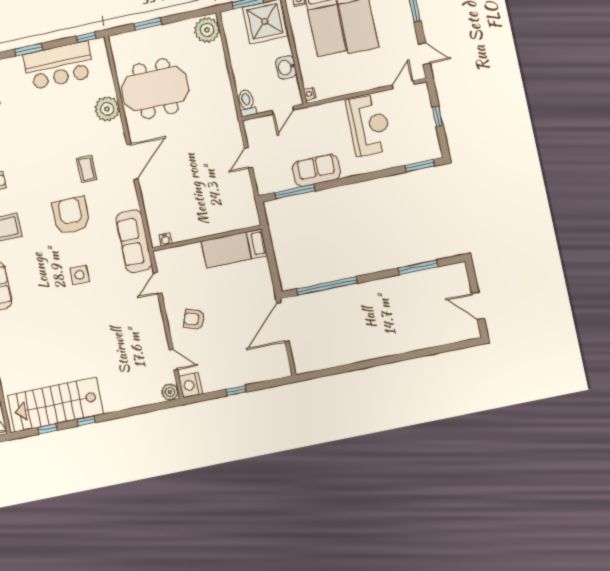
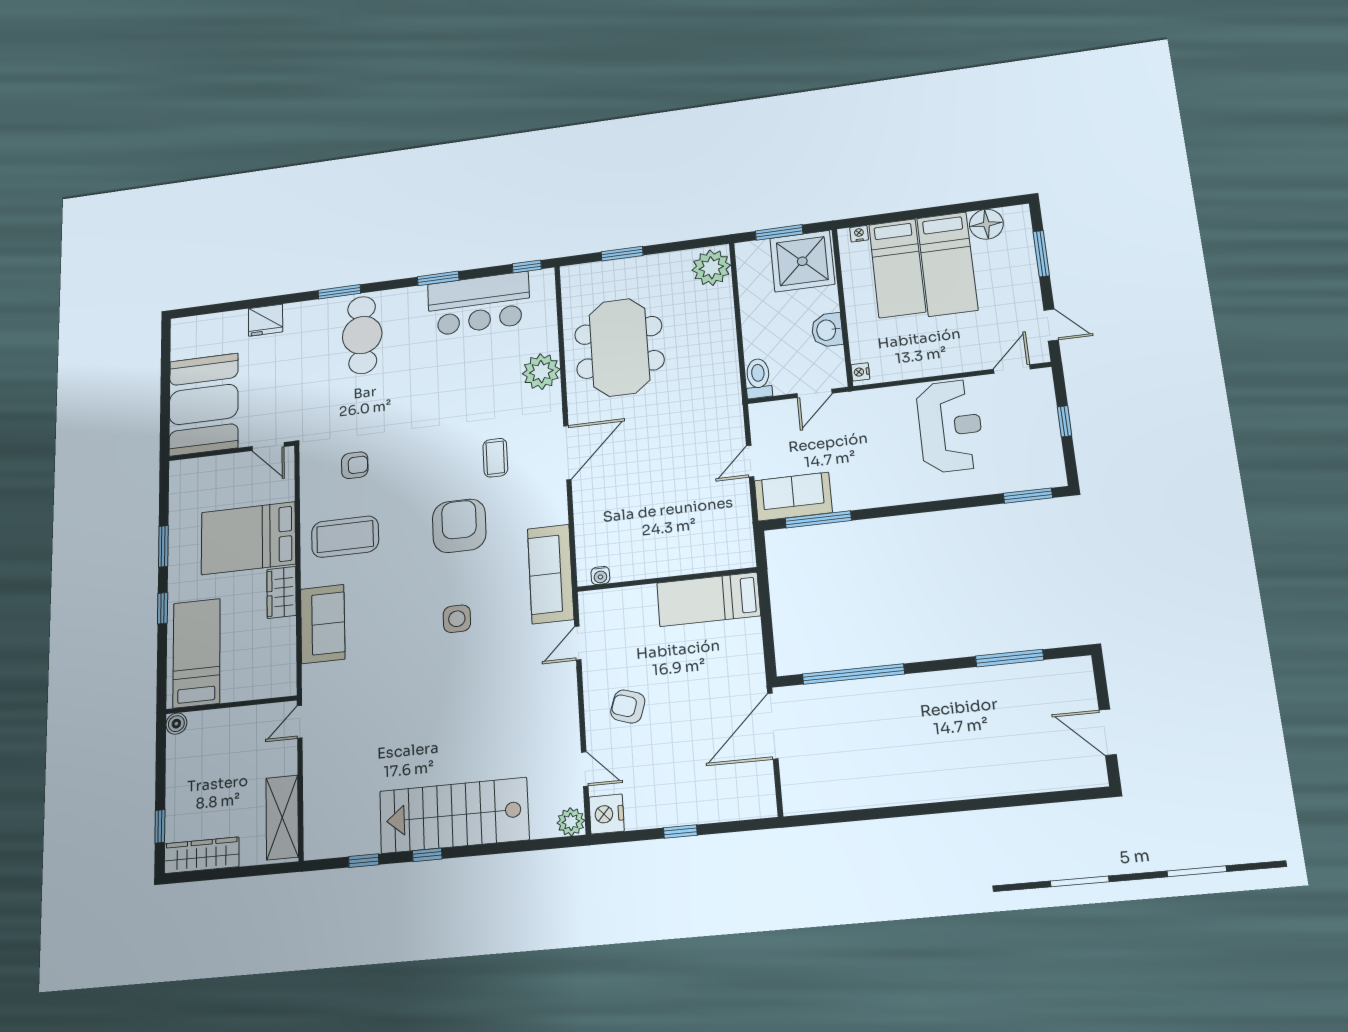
meeting table: (155, 89) -> (619, 347), turned 90
sofa: (317, 170) -> (793, 497), moved
stairs: (55, 405) -> (454, 815), moved

